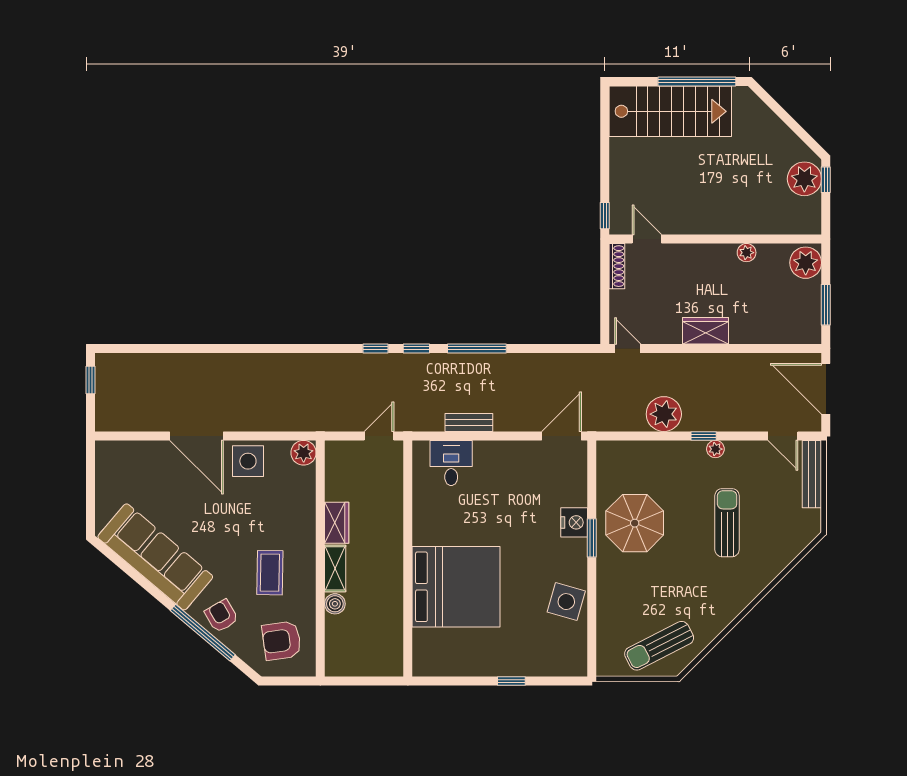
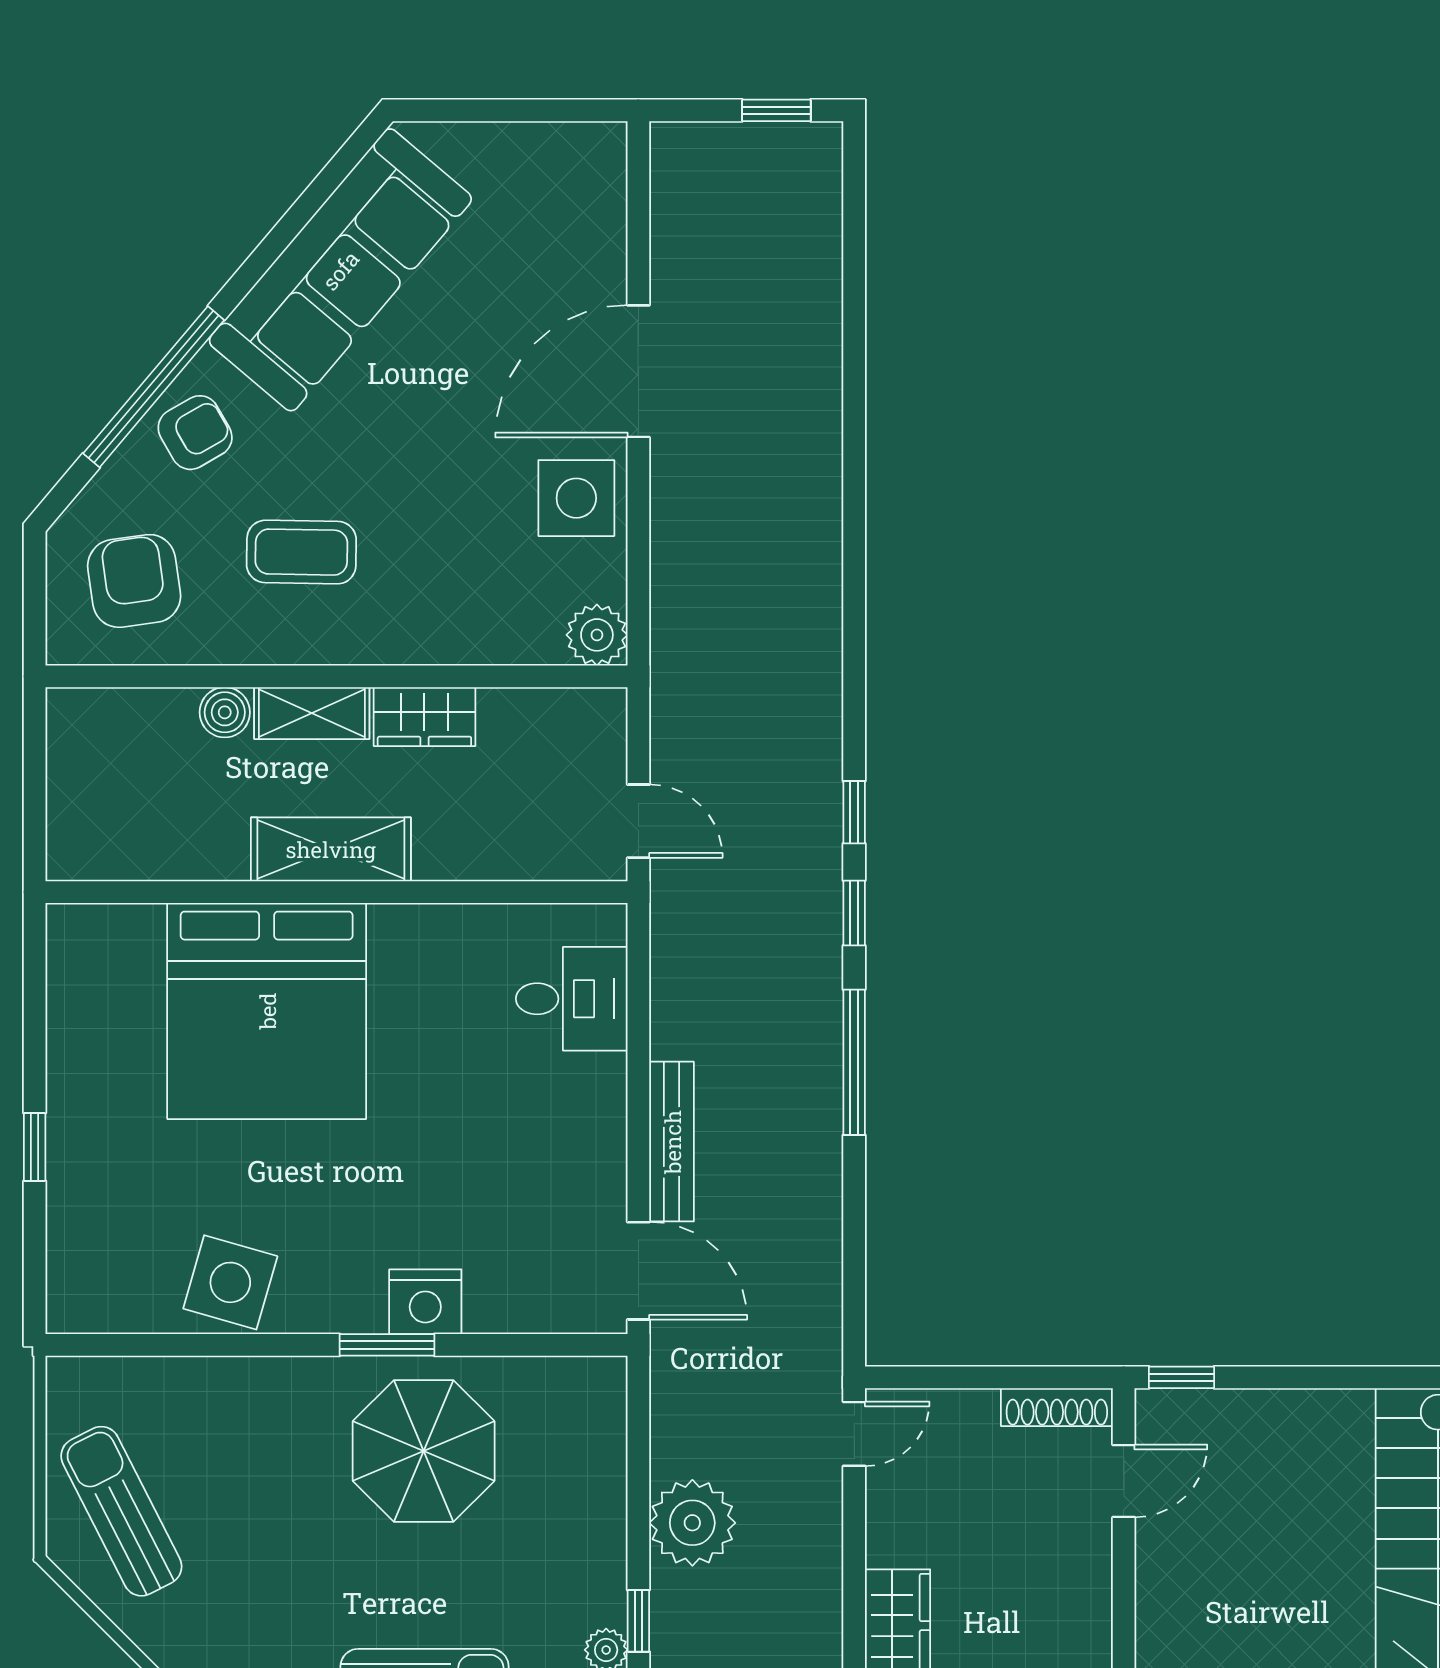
bench: (469, 422) -> (672, 1142), moved, width x1.36
shelving: (390, 561) -> (331, 849), added

